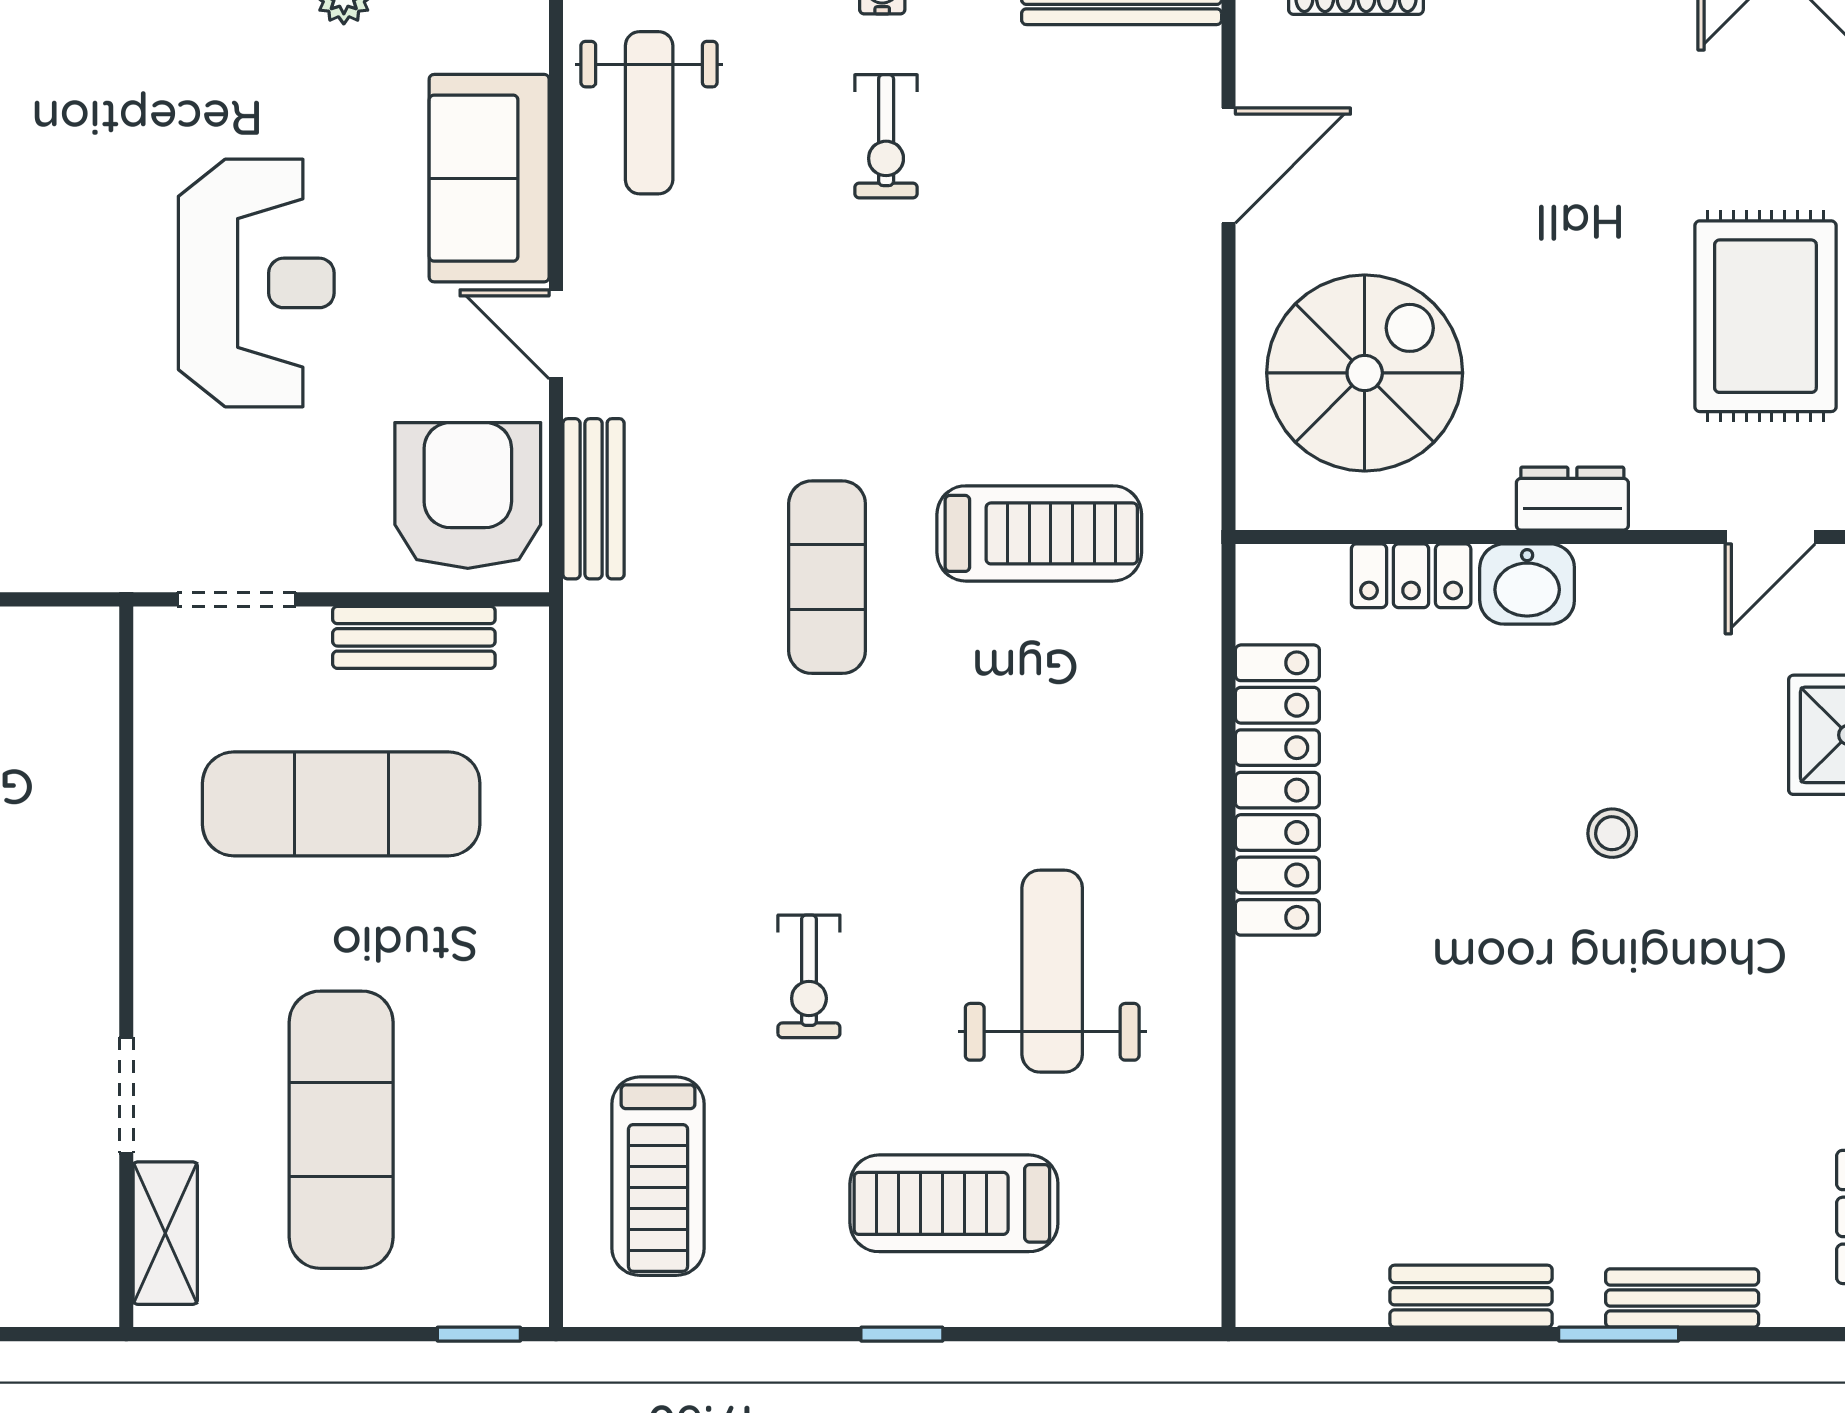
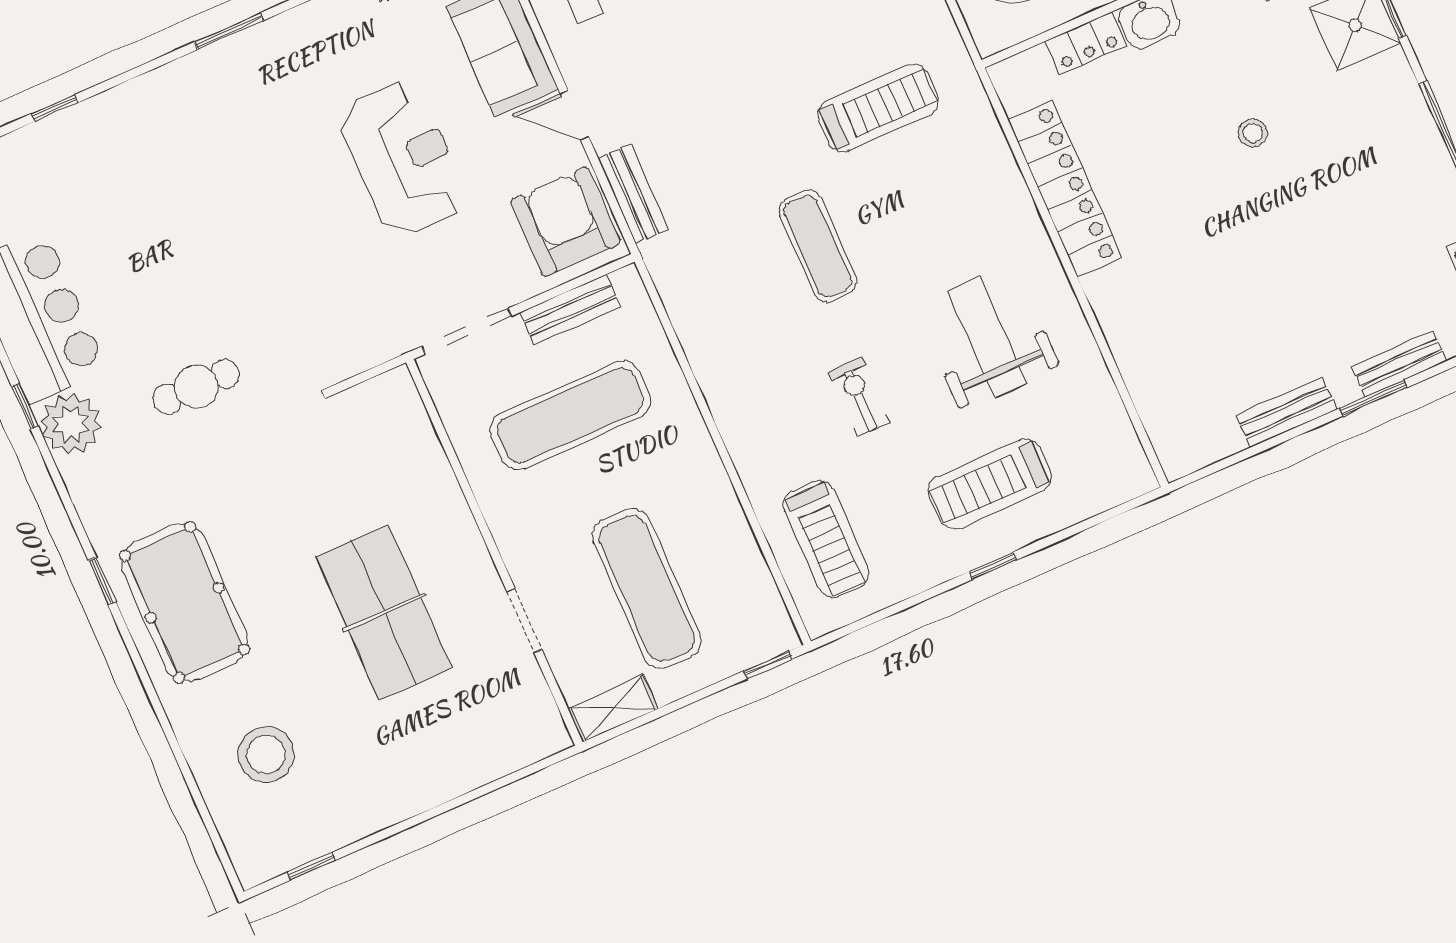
exercise mat: (827, 577) -> (818, 246), moved
doorway: (236, 599) -> (467, 331), width x1.38
exercise bike: (809, 976) -> (859, 397), turned 180
shelving: (165, 1233) -> (613, 709), moved, turned 90

